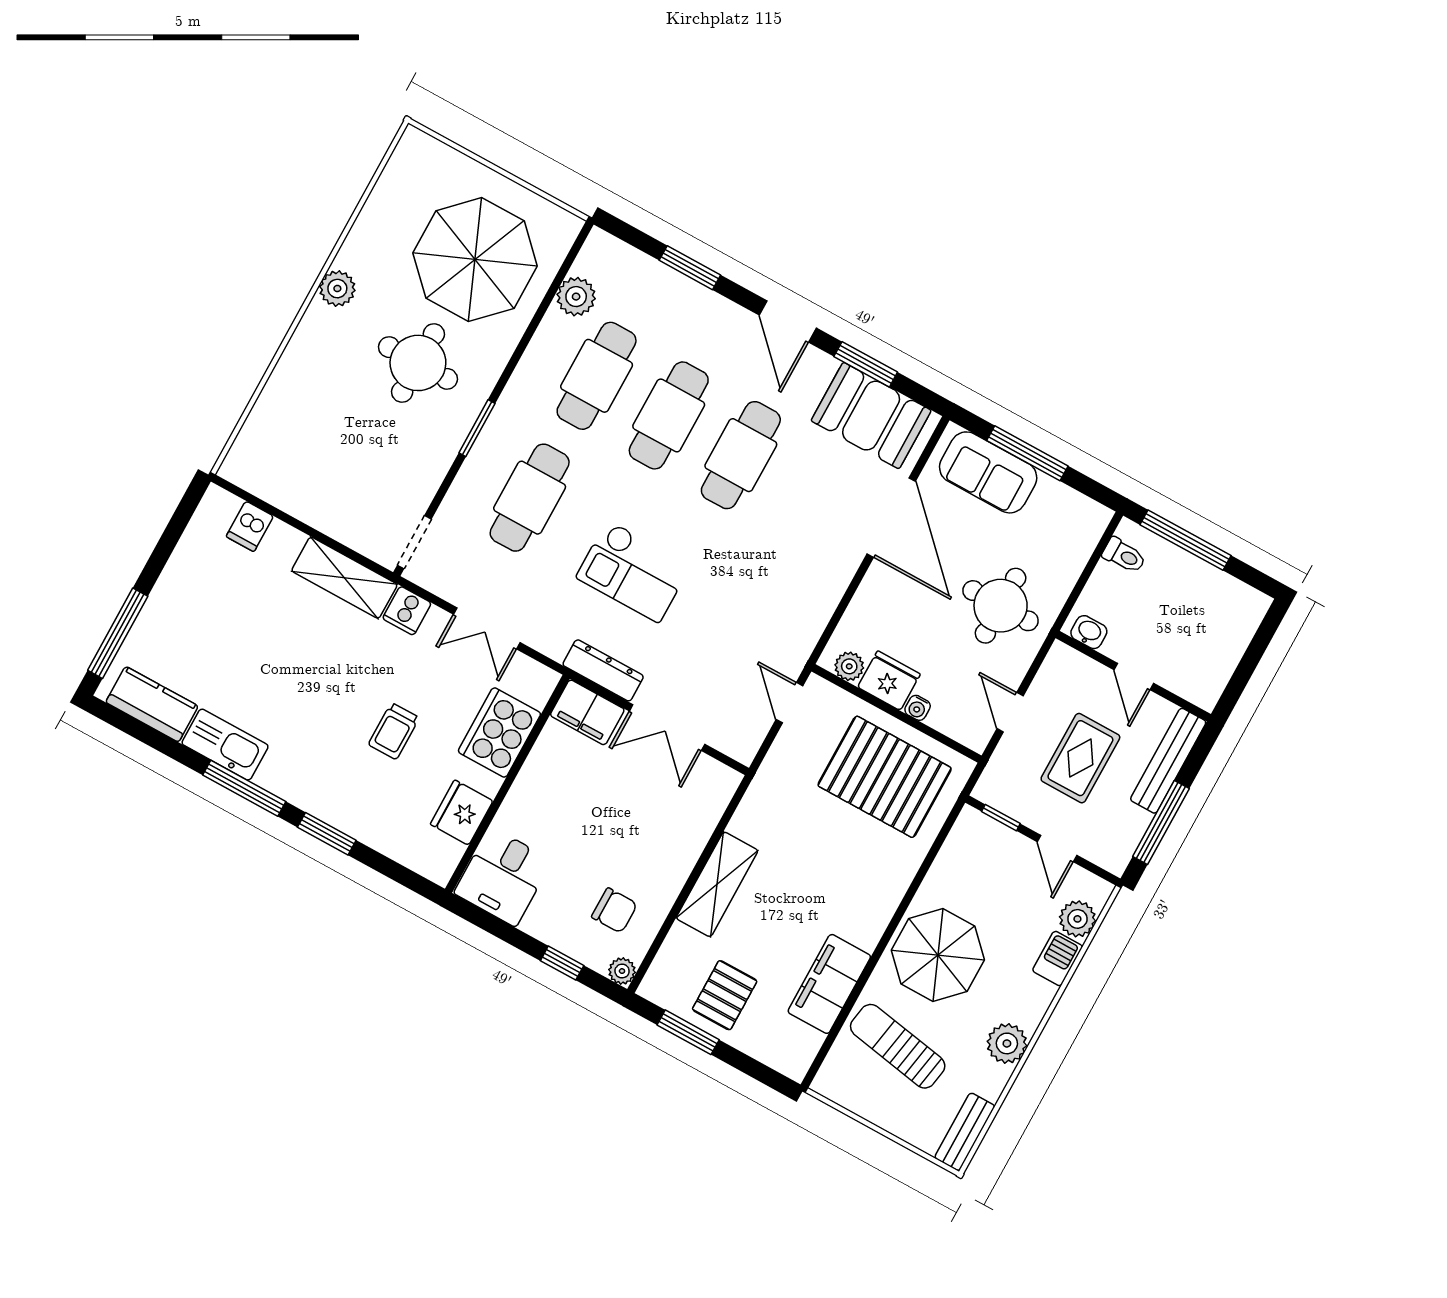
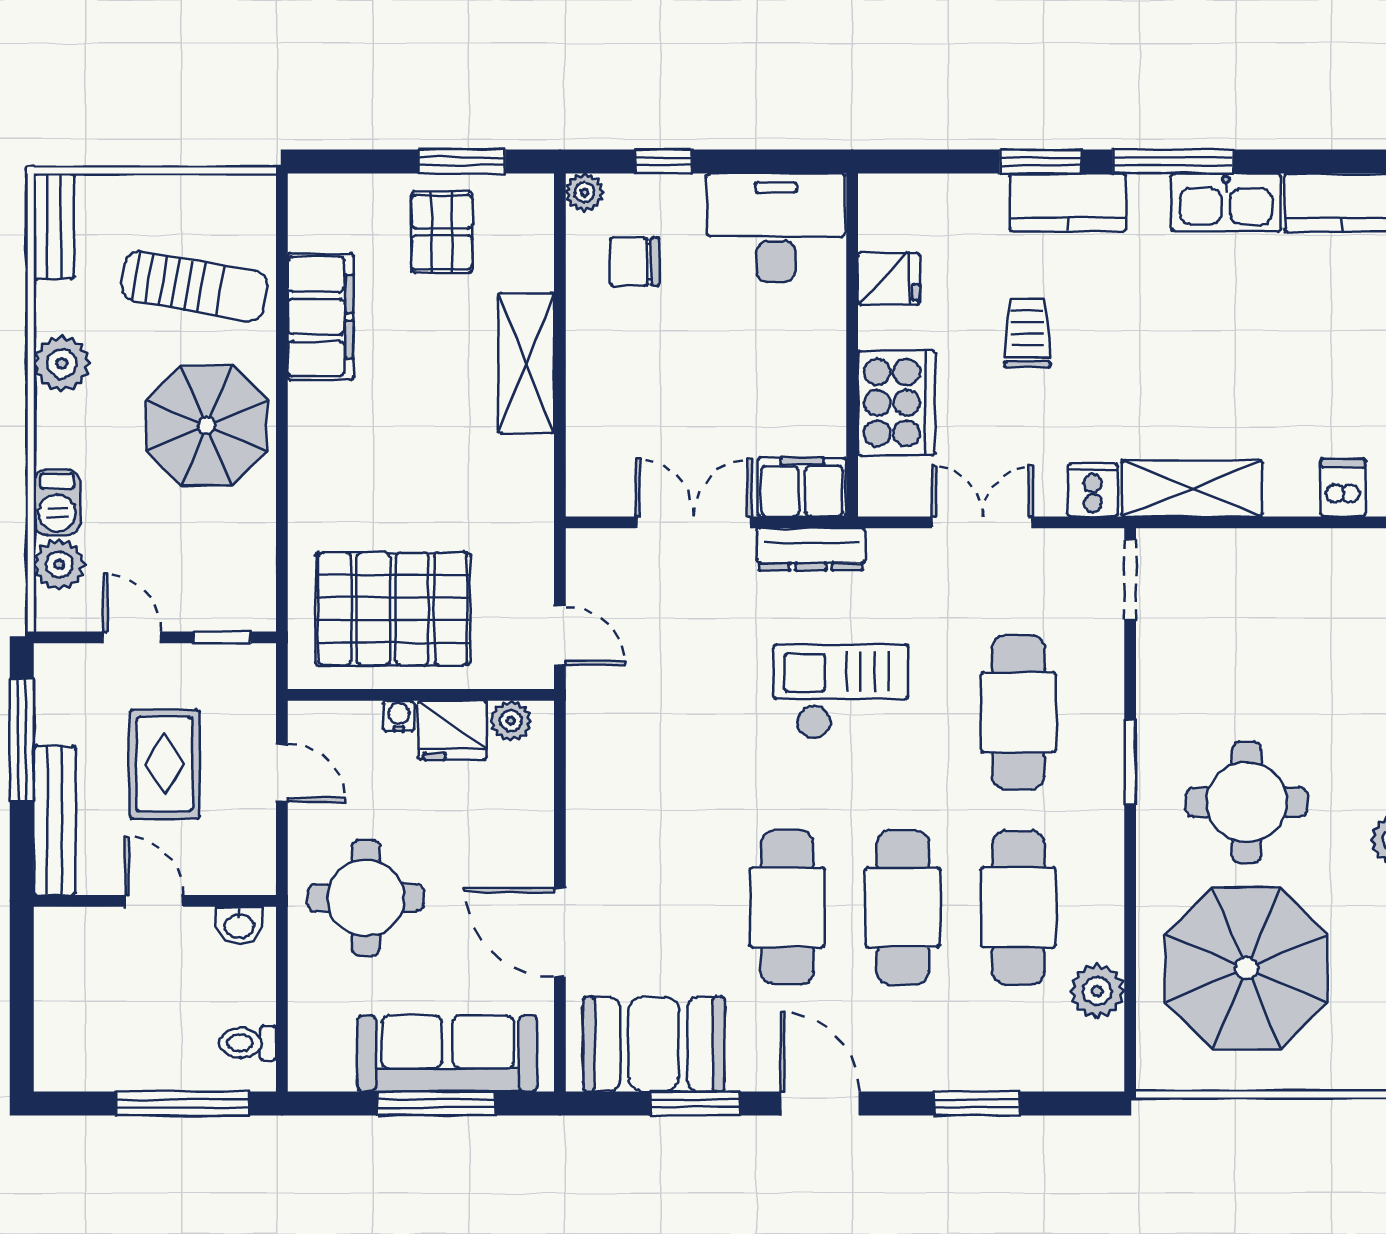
sofa: (988, 472) -> (447, 1053), width x1.36
door: (891, 518) -> (560, 932), width x0.73
kitchen counter: (324, 799) -> (1068, 202), added
fridge: (462, 813) -> (889, 279), width x0.72
desk: (503, 877) -> (776, 228), width x1.37

